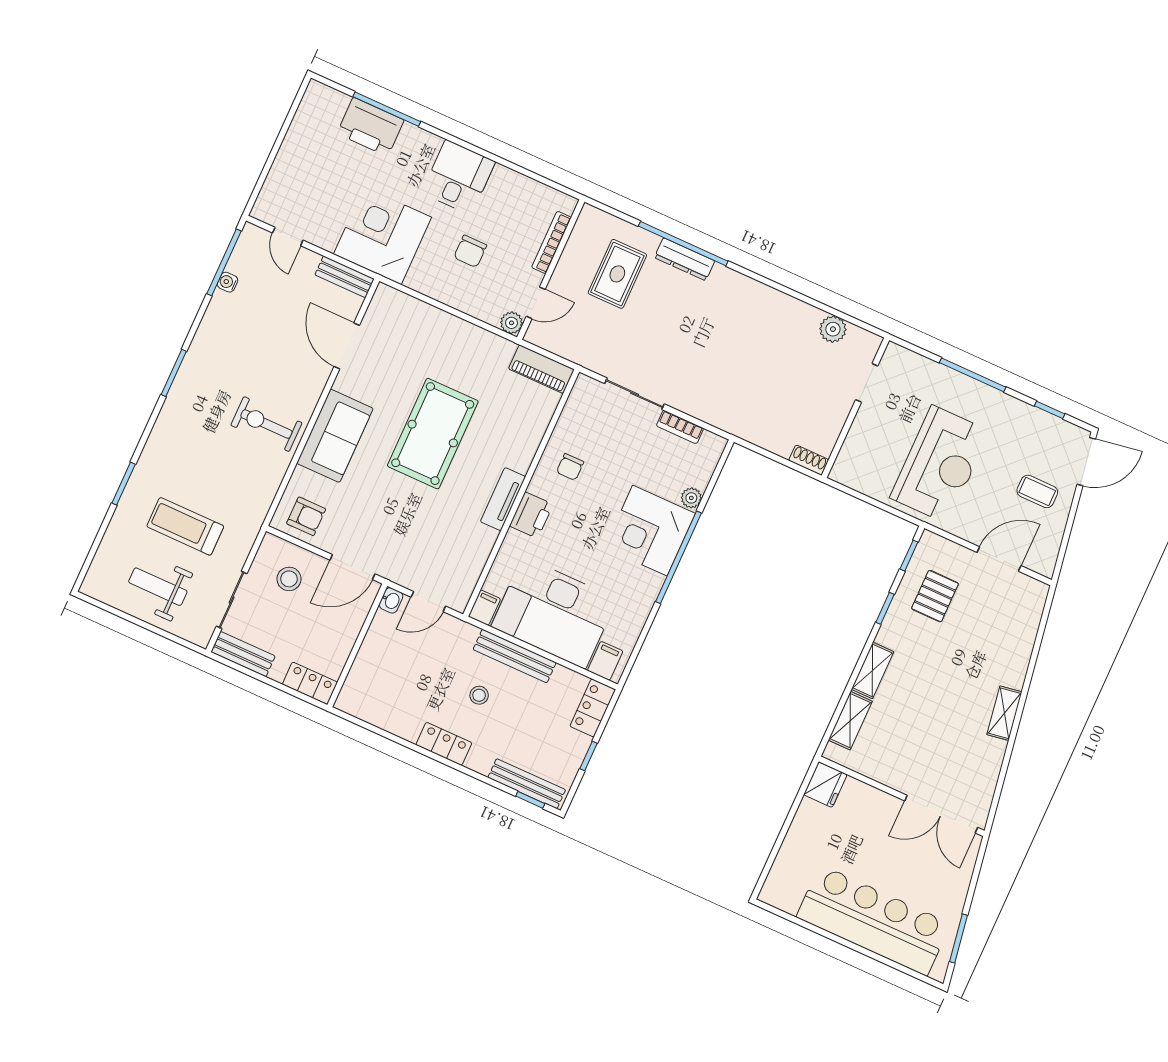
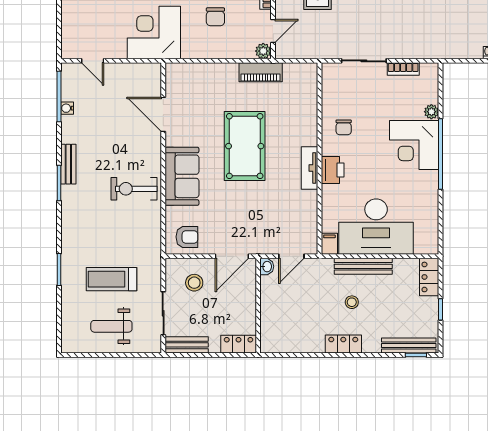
bench: (345, 277) -> (68, 164), moved, turned 90
piano: (541, 369) -> (261, 72), moved
filing cabinet: (605, 661) -> (423, 243), removed

